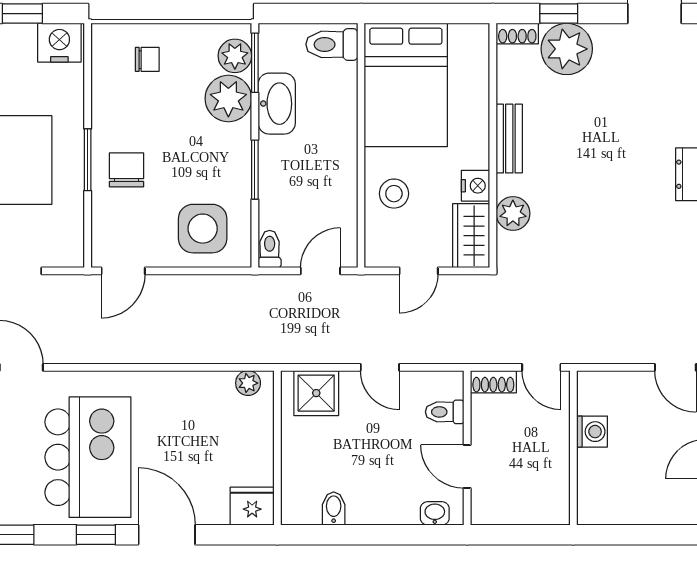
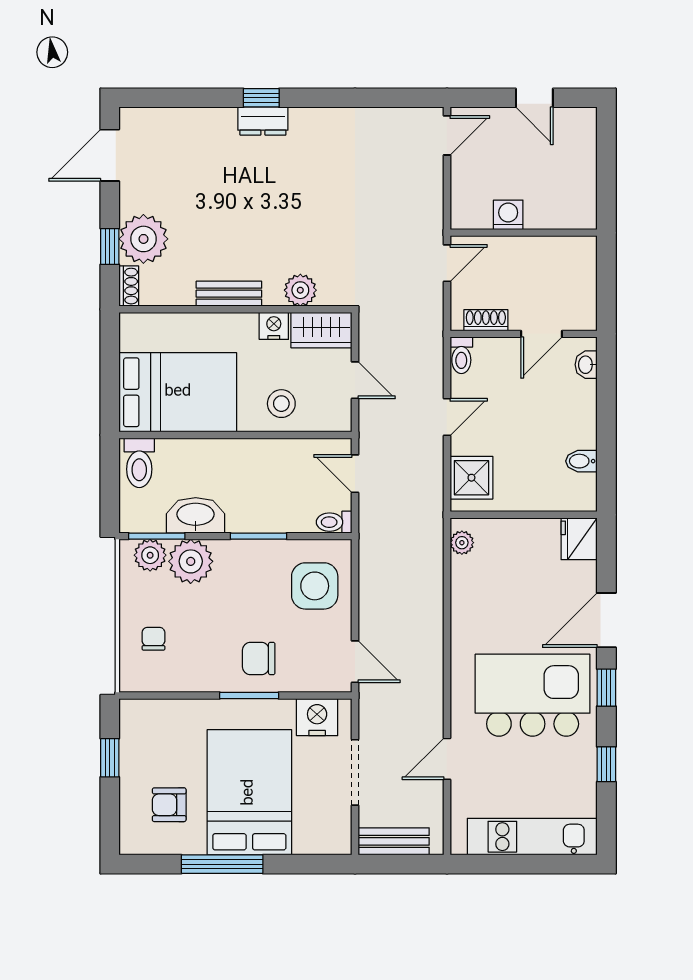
nightstand: (59, 43) -> (317, 717), moved, turned 90
shoe rack: (493, 382) -> (486, 320), moved, turned -90
toilet: (445, 412) -> (461, 355), moved

